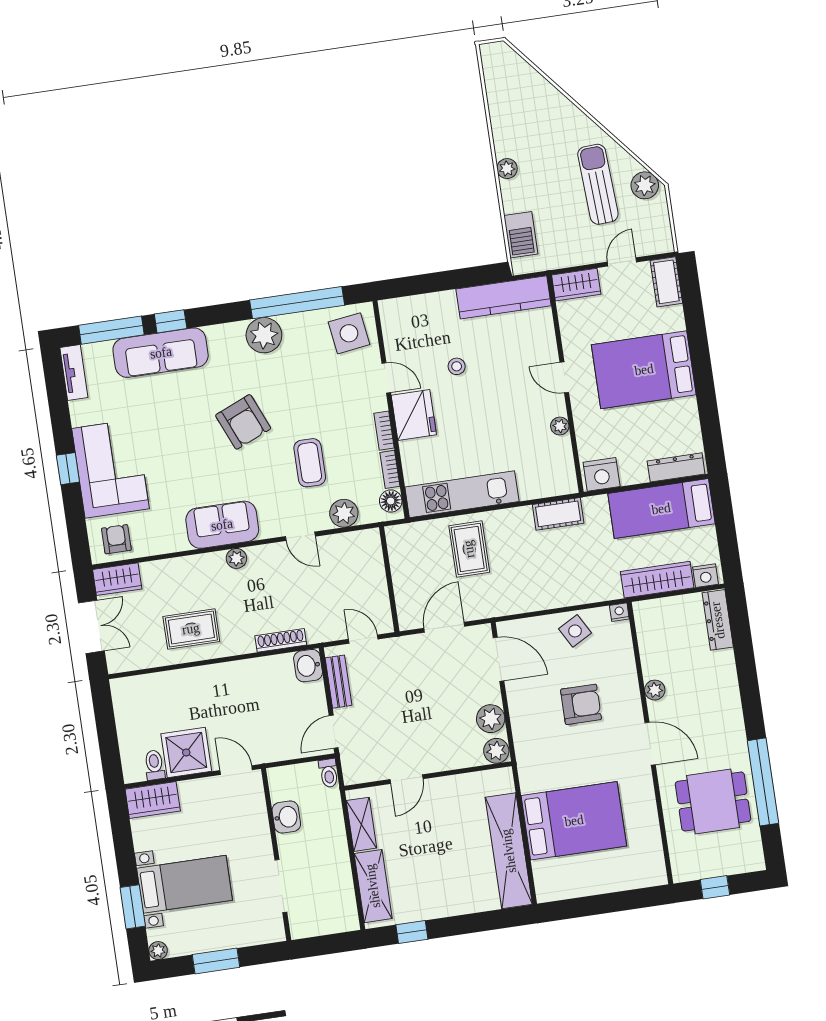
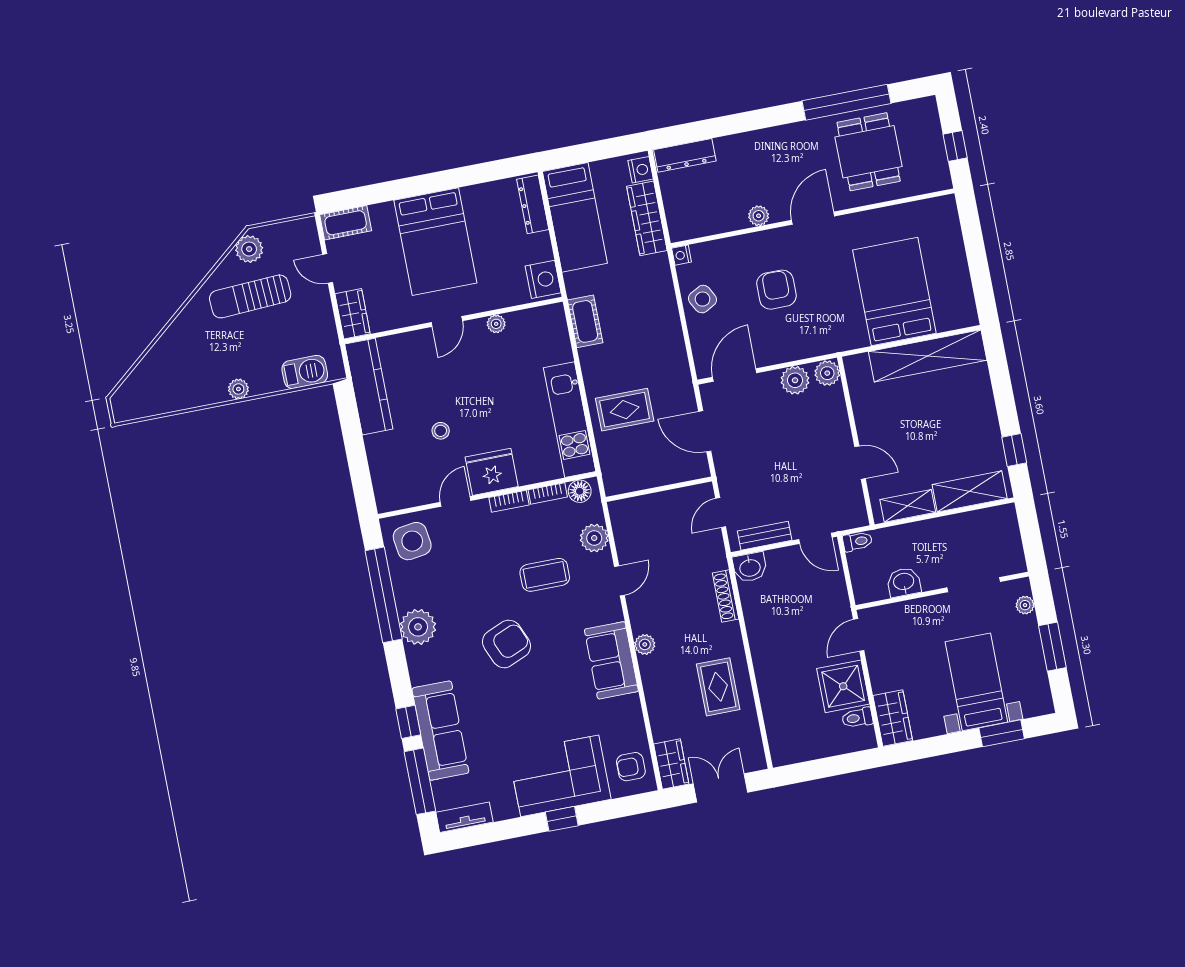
plant: (158, 951) -> (1025, 605), moved

